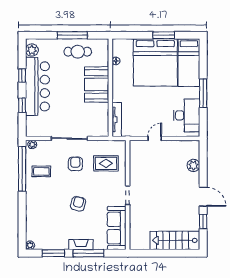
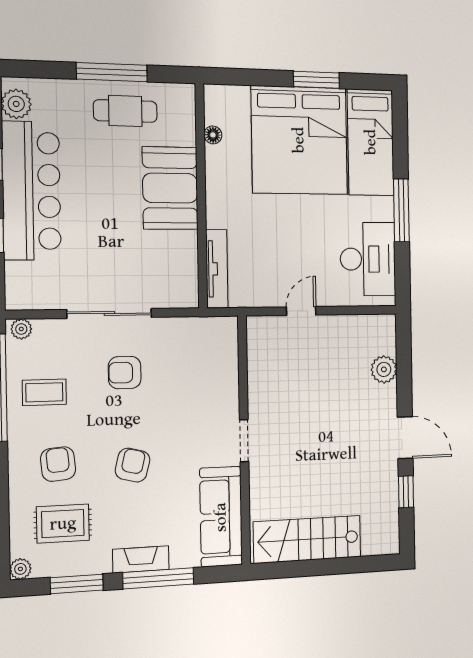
rug: (106, 163) -> (63, 524), moved
armchair: (75, 164) -> (125, 373), turned -90
armchair: (46, 202) -> (58, 464), added
stairs: (175, 240) -> (307, 539), moved

